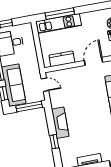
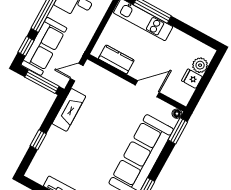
door: (45, 85) -> (77, 72), swing flipped
fireplace: (60, 123) -> (69, 110), moved

